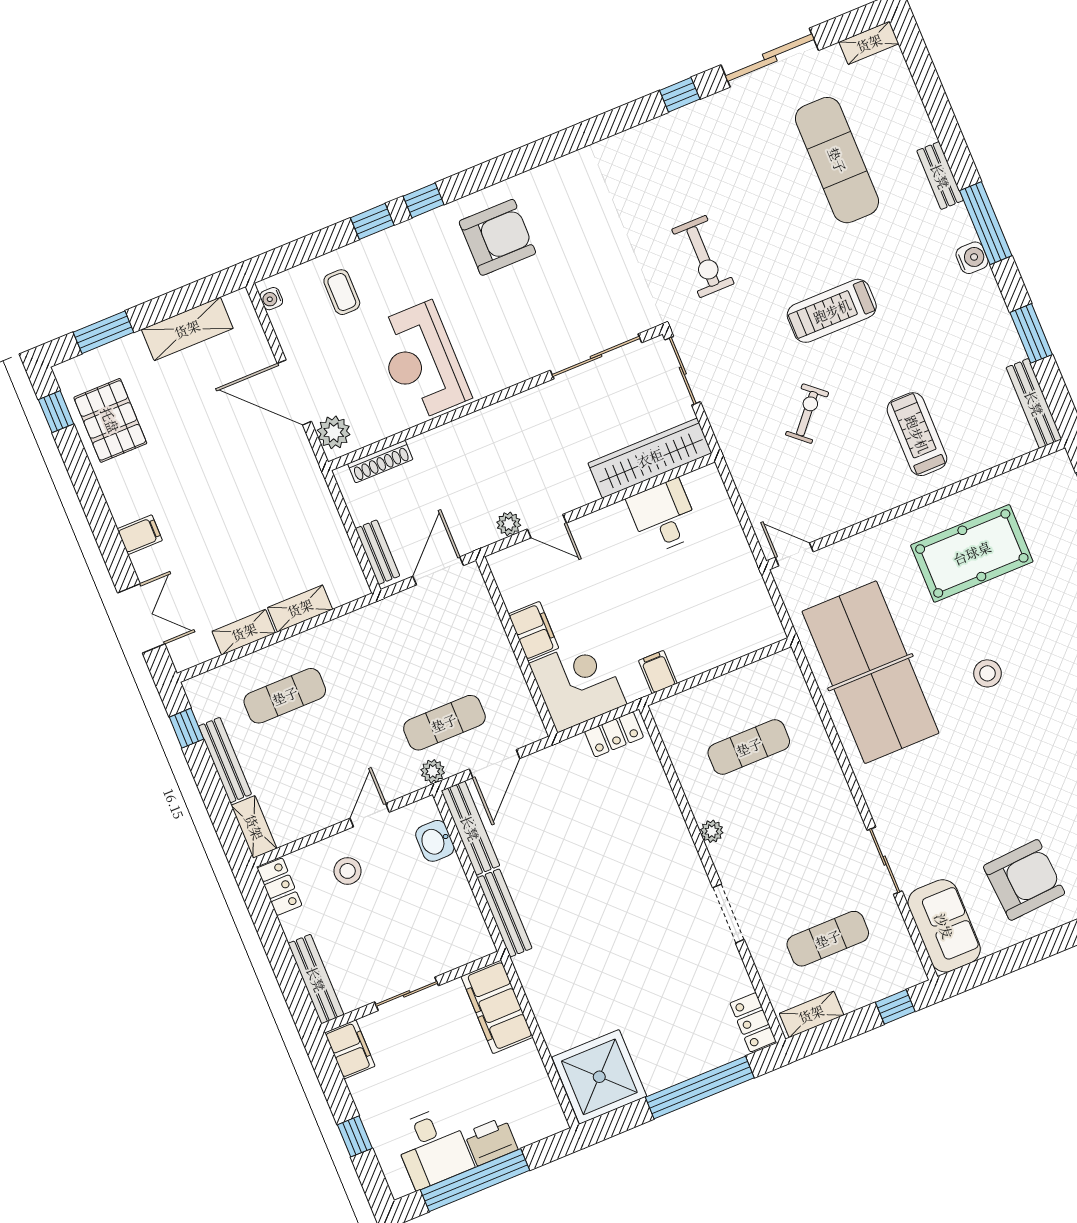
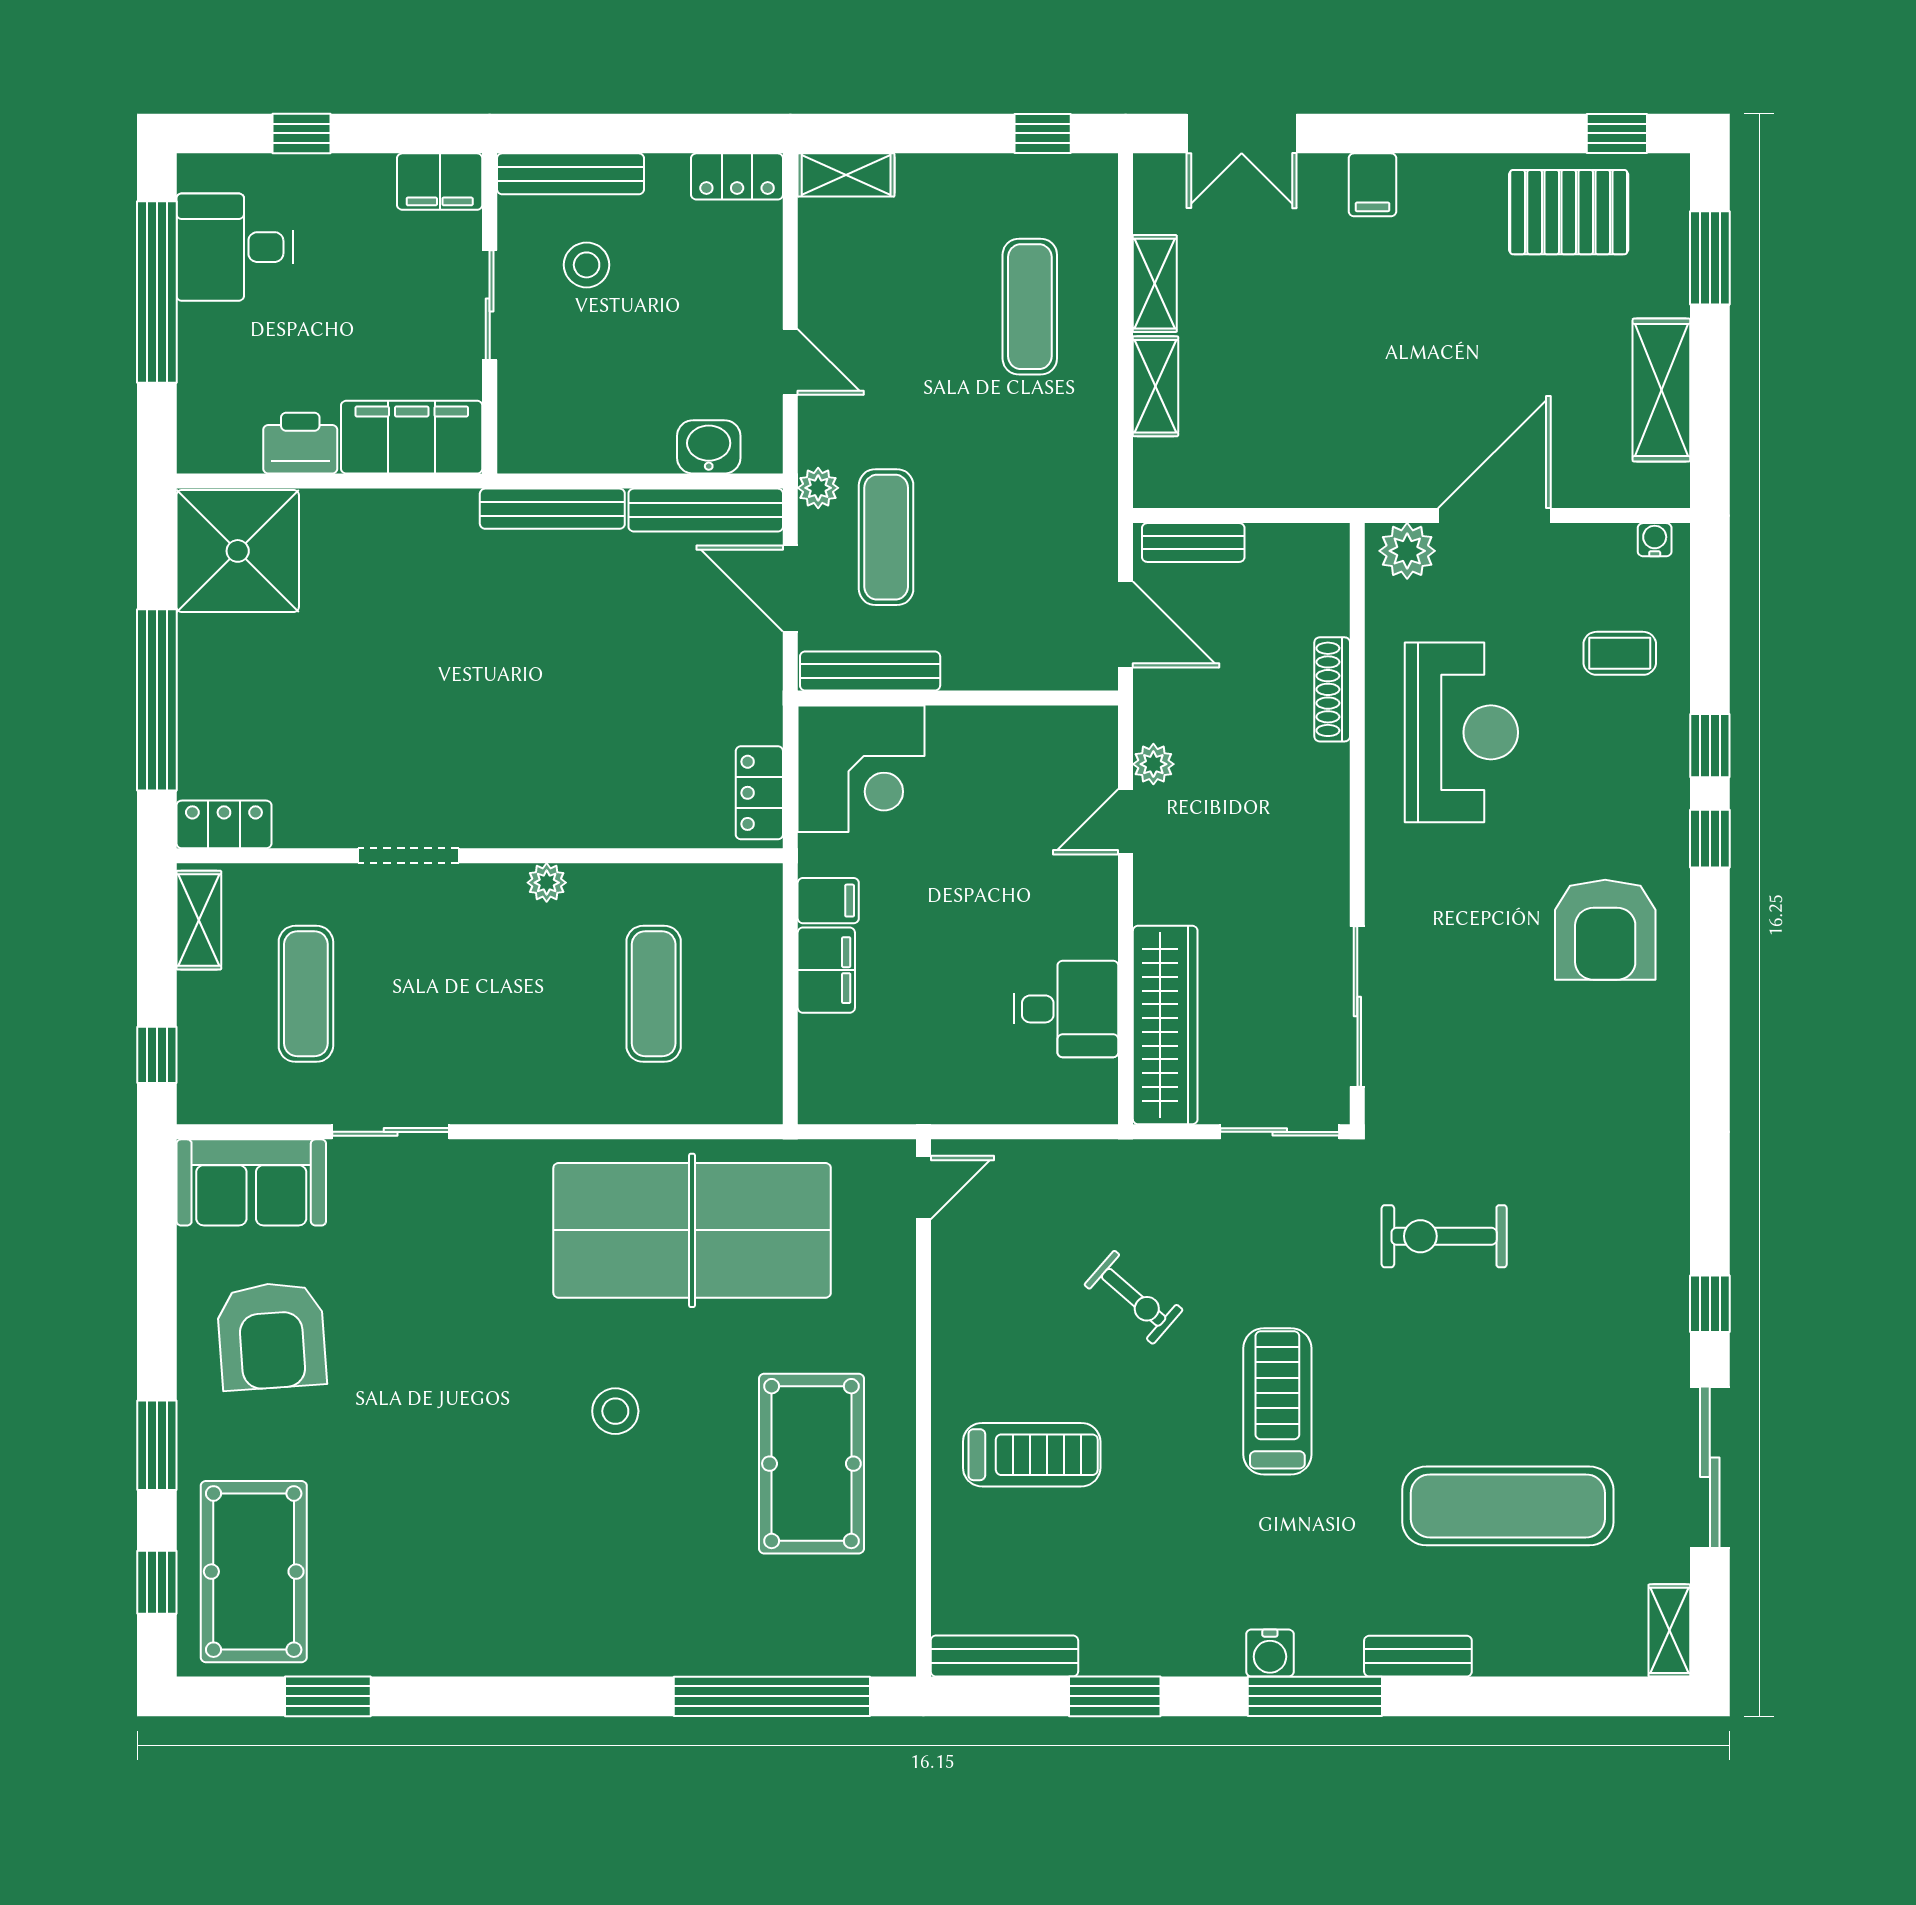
reception desk: (421, 361) -> (1461, 732), turned 90
shoe rack: (380, 462) -> (1332, 689), moved
filing cabinet: (533, 631) -> (826, 970), moved, turned -90
bench: (225, 760) -> (870, 671), moved
stool: (348, 871) -> (587, 265), moved
printer: (491, 1141) -> (300, 443), moved, turned -90

